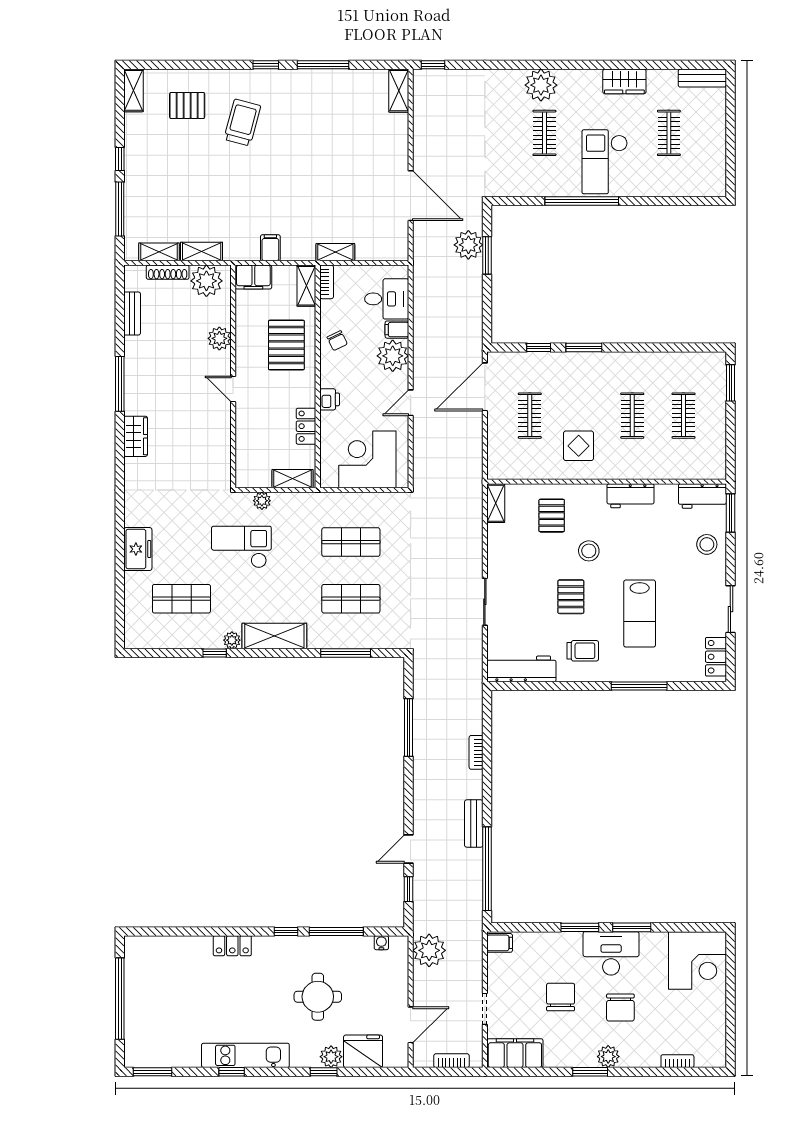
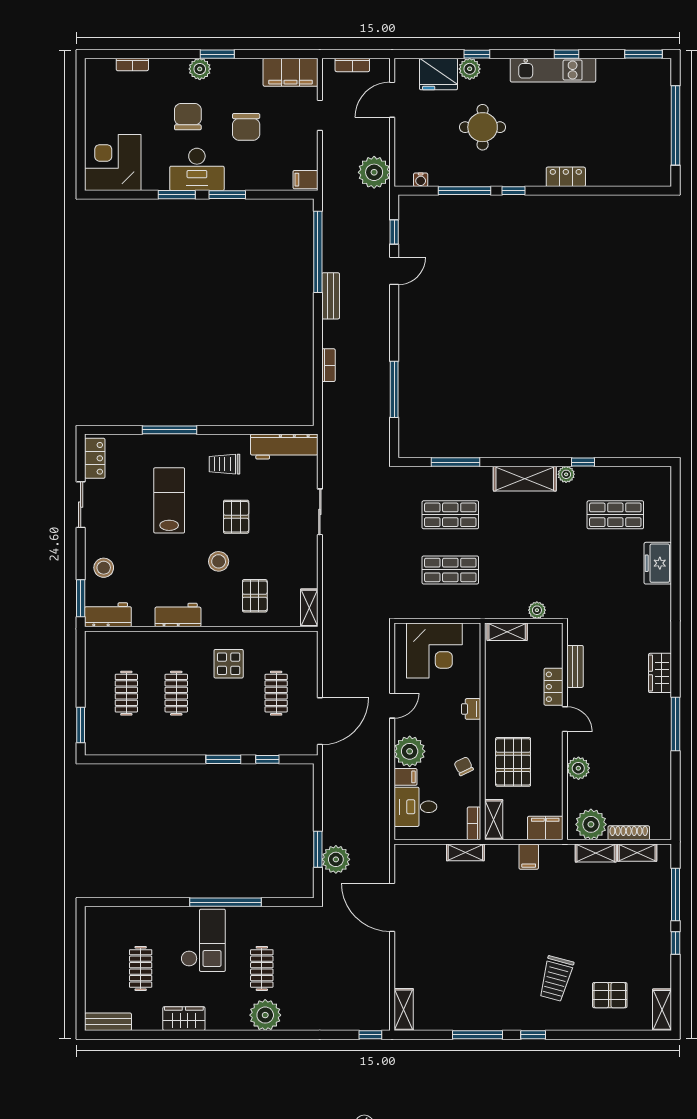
bench: (132, 313) -> (575, 666), moved
locker: (306, 426) -> (554, 687), moved, turned 180
checkout: (241, 547) -> (557, 565), removed

